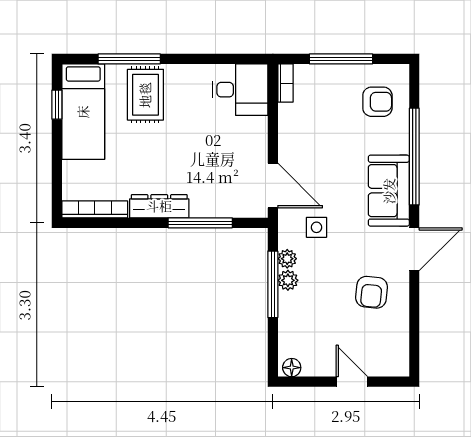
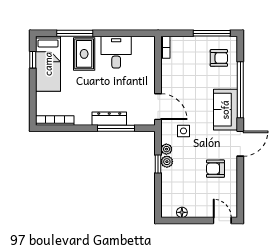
window: (341, 59) -> (212, 33), moved
desk: (240, 90) -> (116, 52), moved, turned -90
dresser: (159, 206) -> (109, 119), moved
window: (273, 284) -> (158, 164), width x0.46
armchair: (372, 292) -> (215, 169), turned 84
floor lamp: (292, 368) -> (182, 212), moved
door: (352, 382) -> (222, 221), moved

